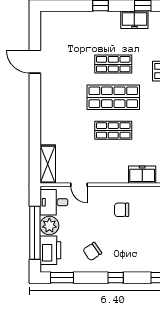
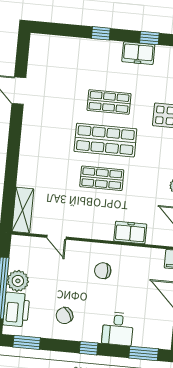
desk: (54, 202) -> (118, 329), moved, turned -90

